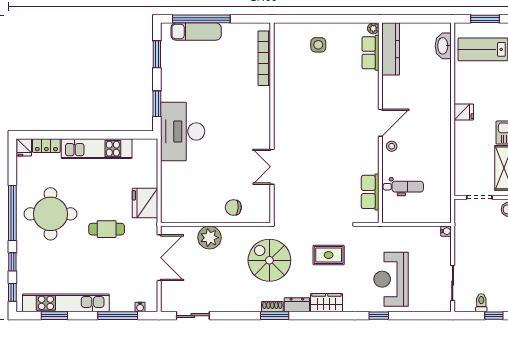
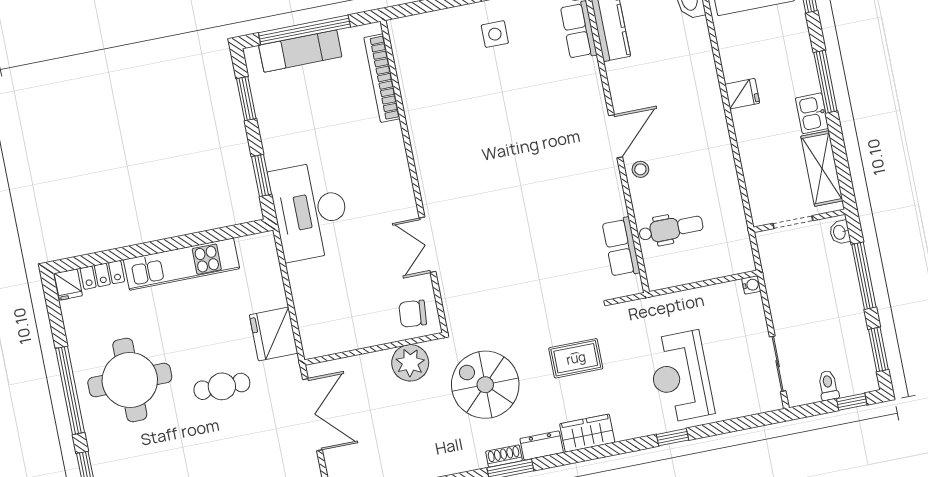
bookcase: (264, 58) -> (382, 78), moved
wall: (272, 123) -> (414, 176), moved
double door: (272, 167) -> (428, 245), moved
plant: (209, 238) -> (410, 363), moved

